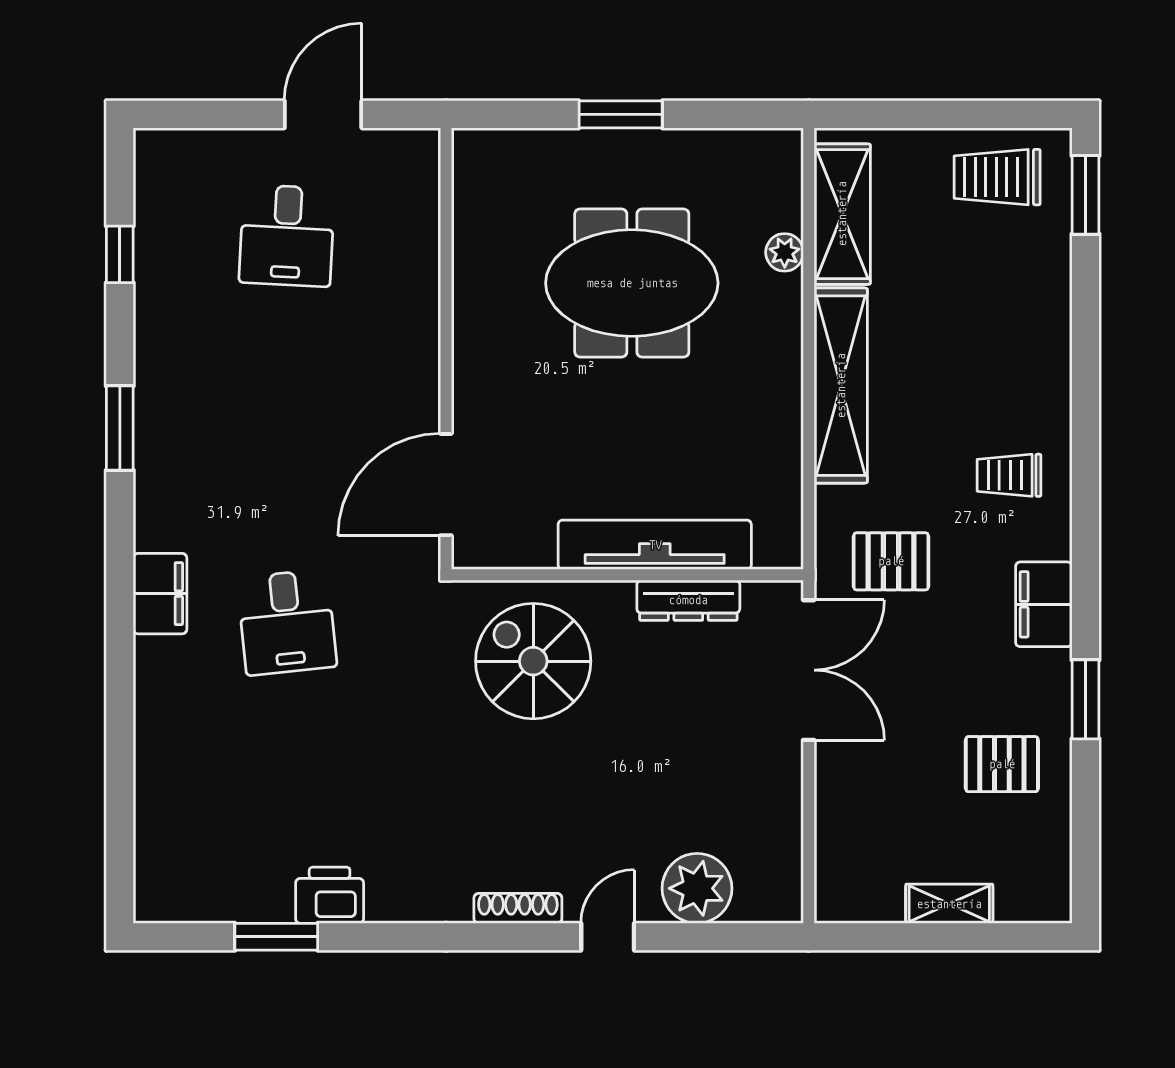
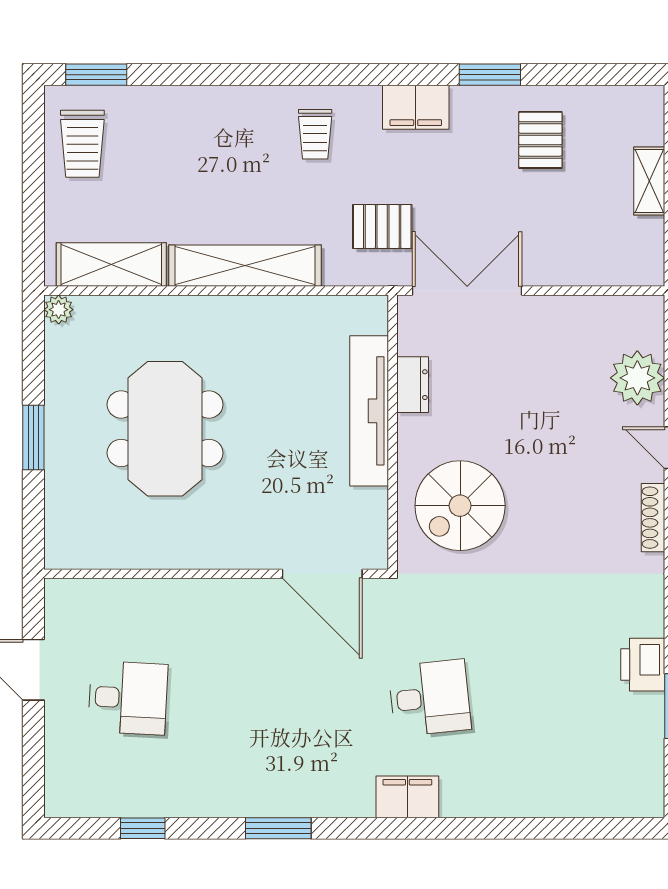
plant: (785, 252) -> (59, 310), moved
pallet: (891, 561) -> (382, 226), turned 90
dresser: (688, 600) -> (413, 385), width x0.70

